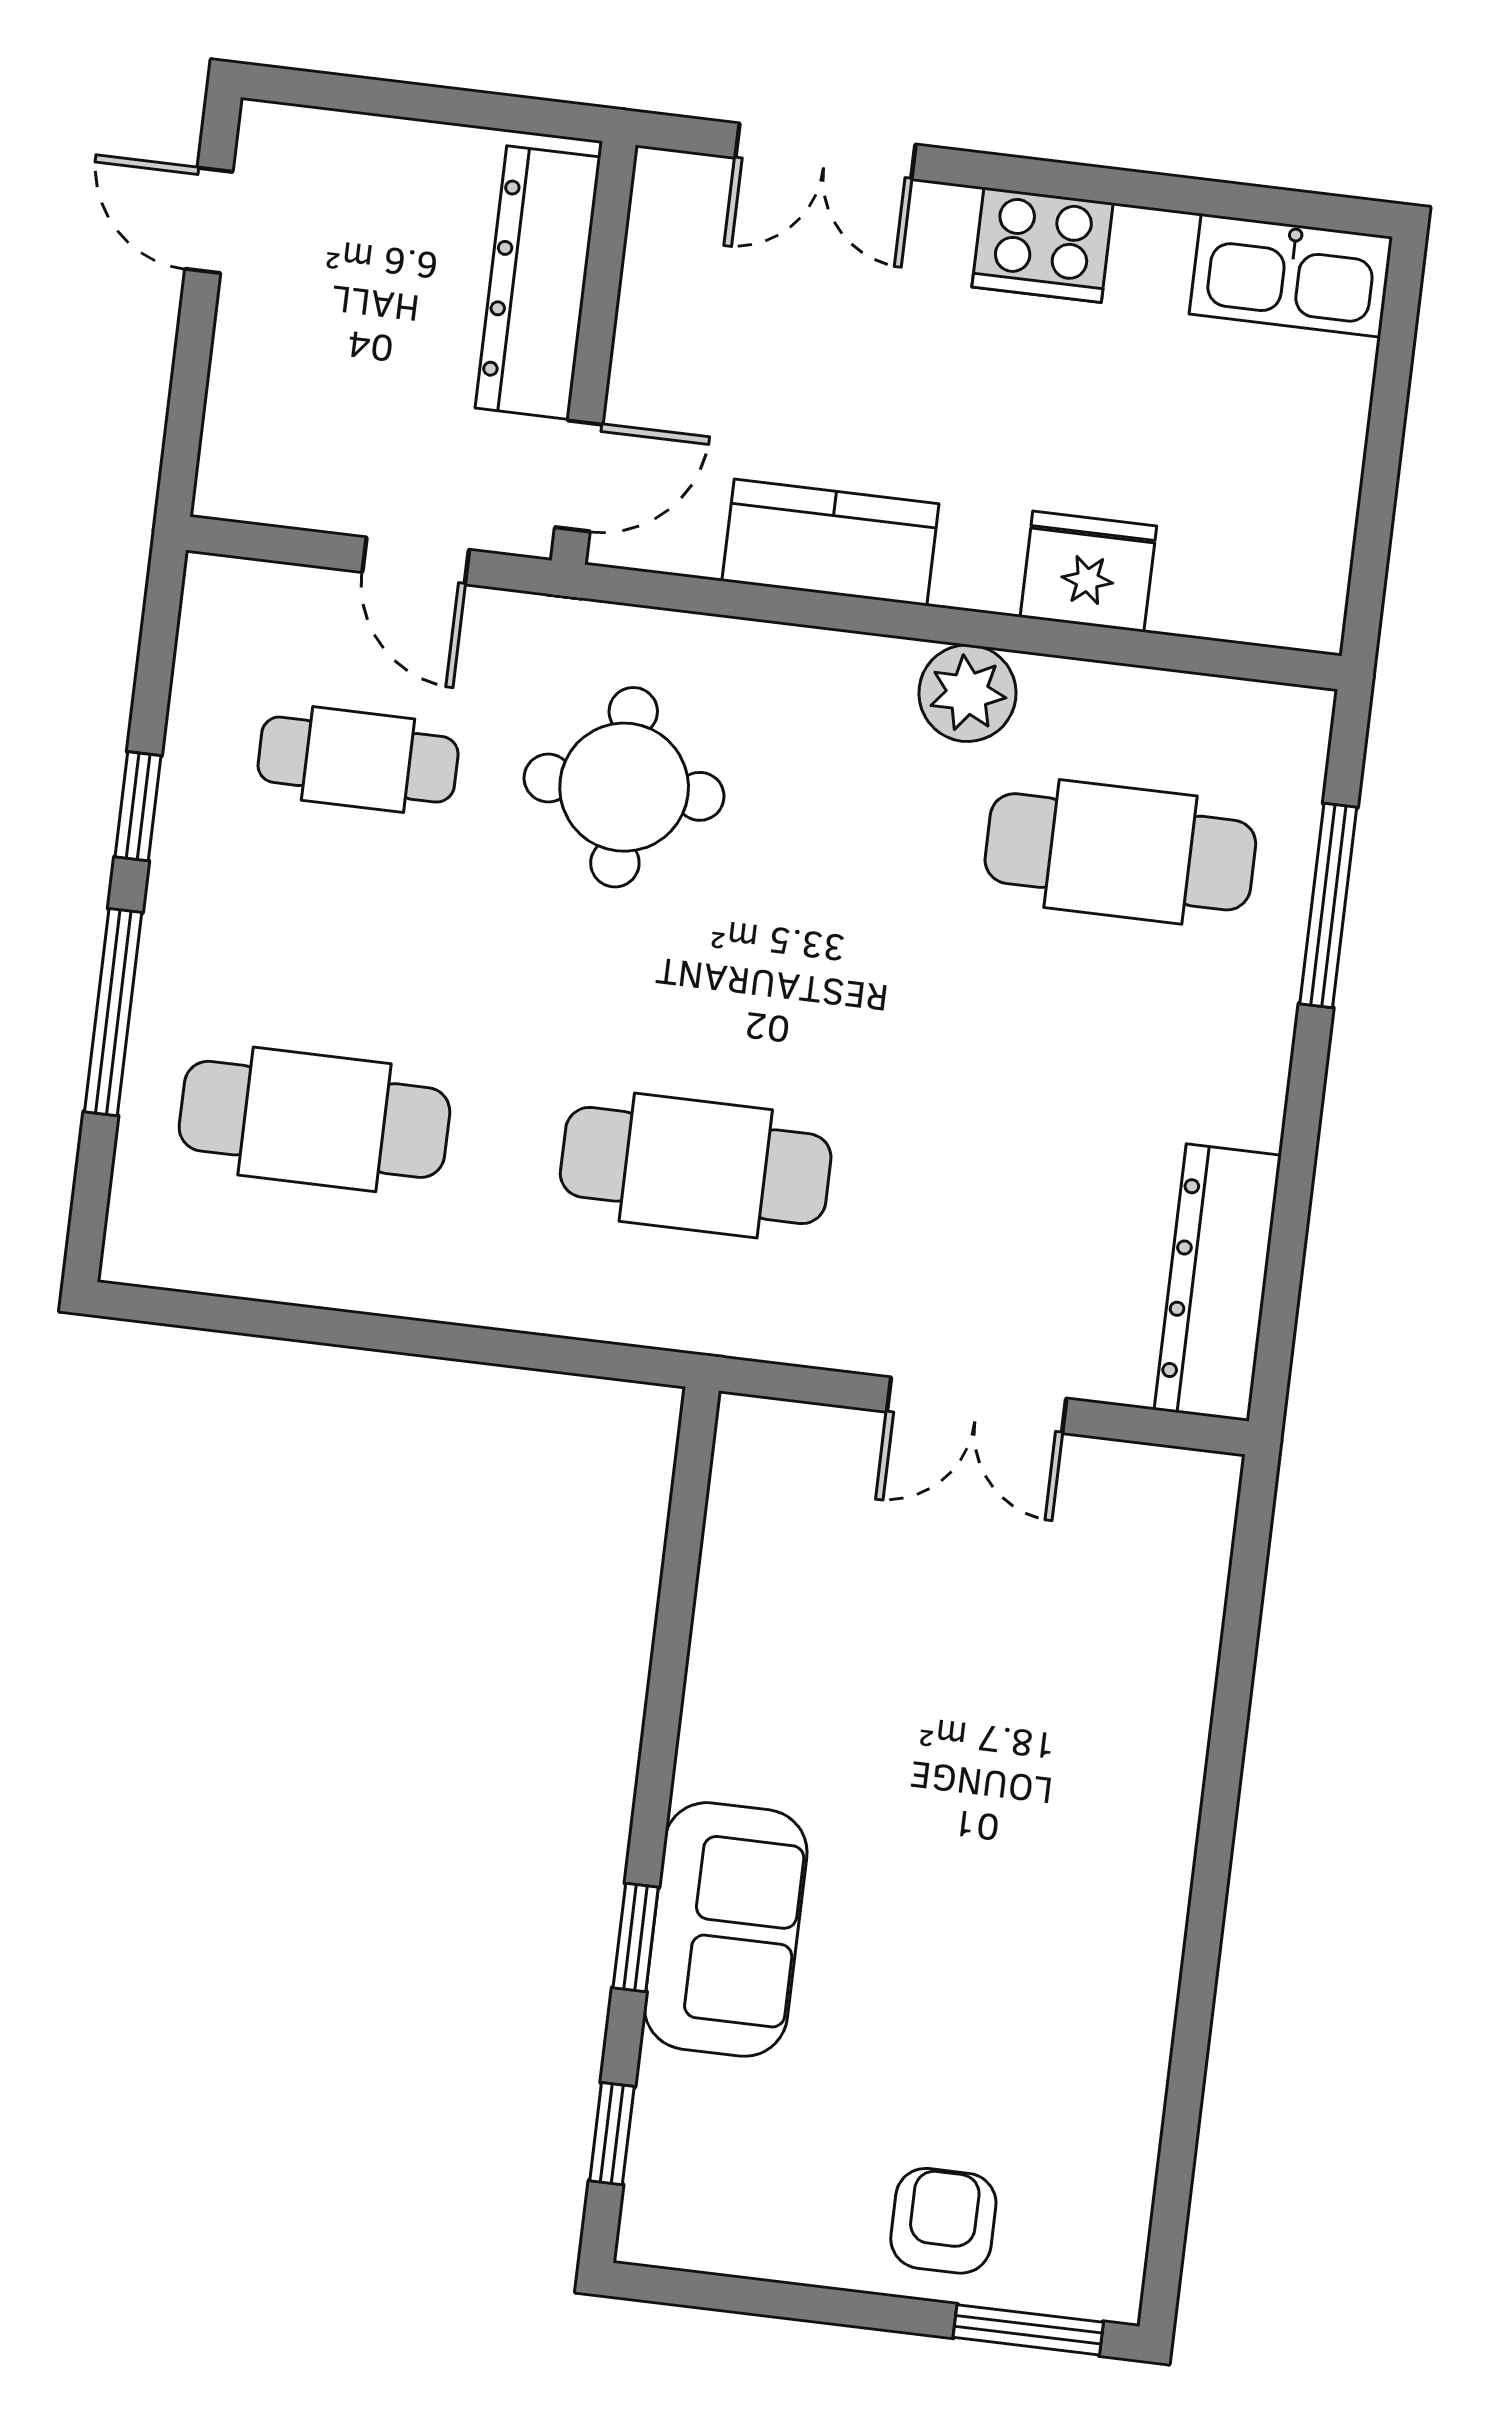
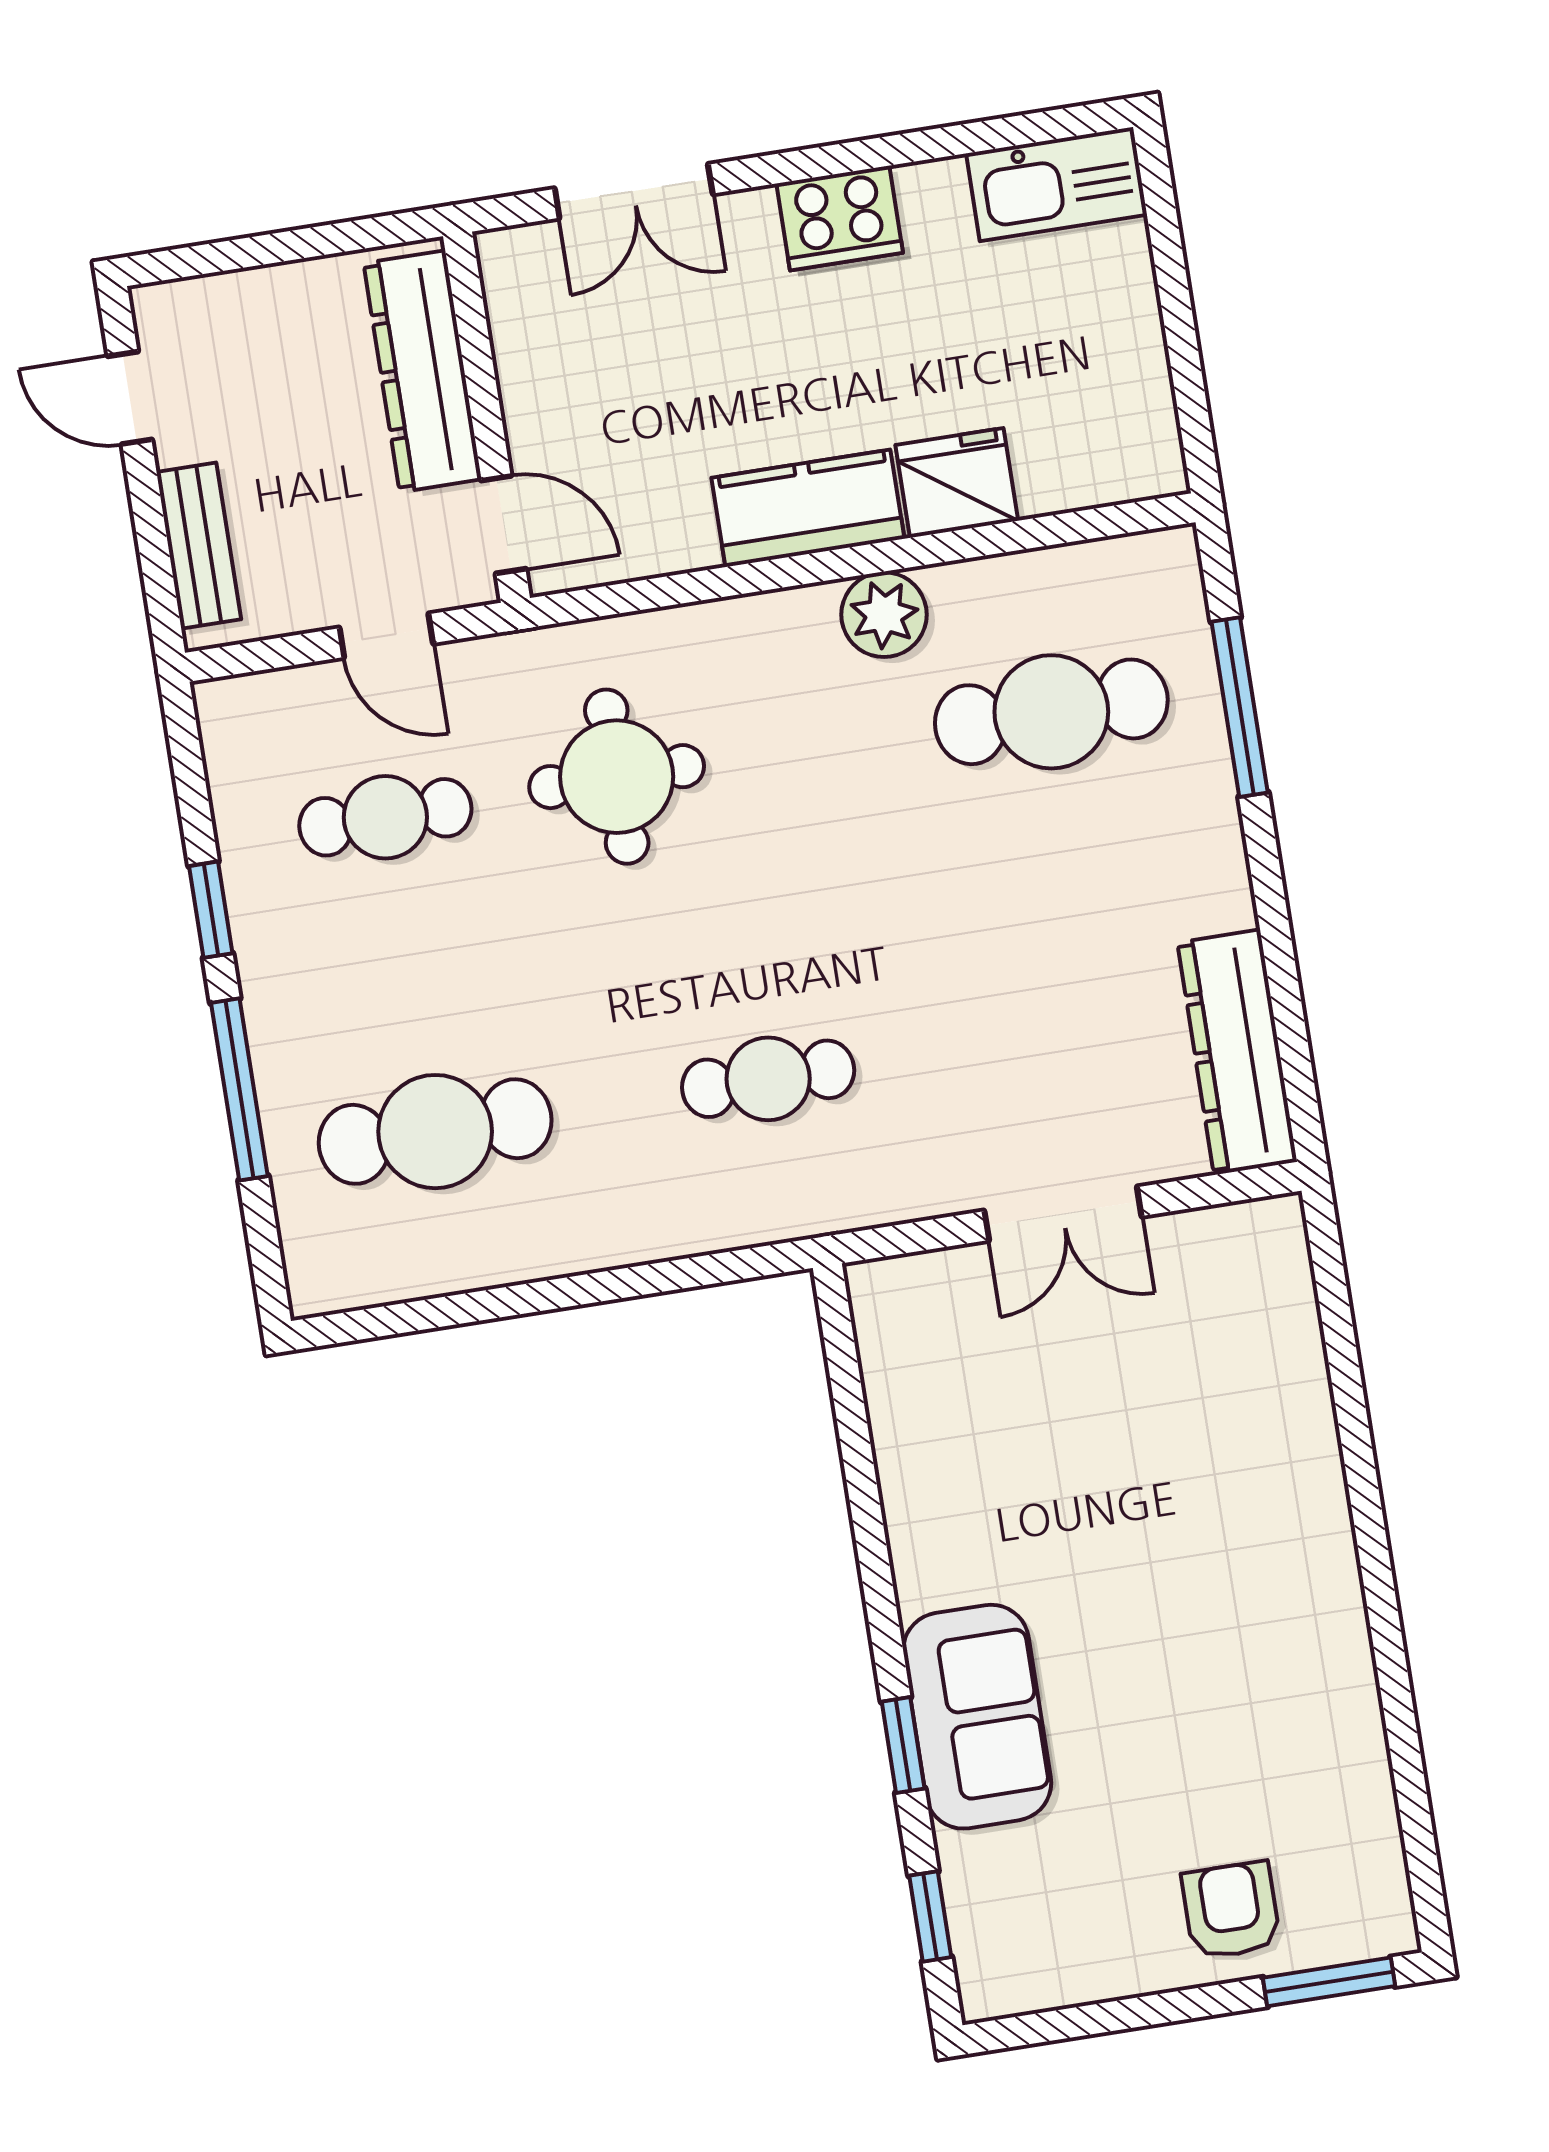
bench: (238, 404) -> (199, 546), added
door: (579, 476) -> (504, 525), hinge flipped
kitchen counter: (830, 542) -> (808, 508), moved
cafe table: (696, 1165) -> (768, 1079), width x0.73, depth x0.74

